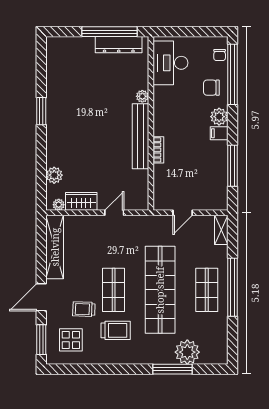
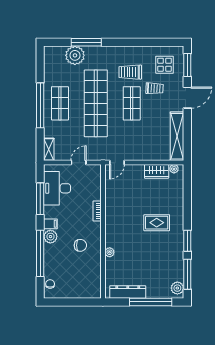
window: (110, 32) -> (151, 302), moved
desk: (171, 63) -> (57, 188), moved, turned 180
window: (41, 68) -> (187, 274), added
window: (233, 74) -> (40, 253), moved
chair: (211, 88) -> (80, 245), moved
rug: (81, 135) -> (157, 223), added
bench: (140, 136) -> (111, 221), removed
plant: (54, 175) -> (177, 288), moved
door: (114, 213) -> (117, 163), moved

